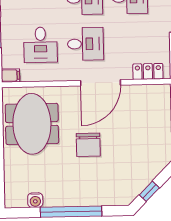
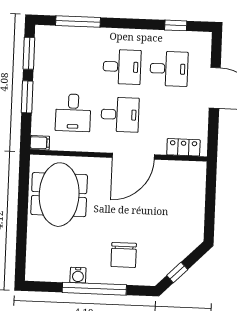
chair: (88, 145) -> (124, 255), moved
water cooler: (35, 200) -> (78, 275), moved

